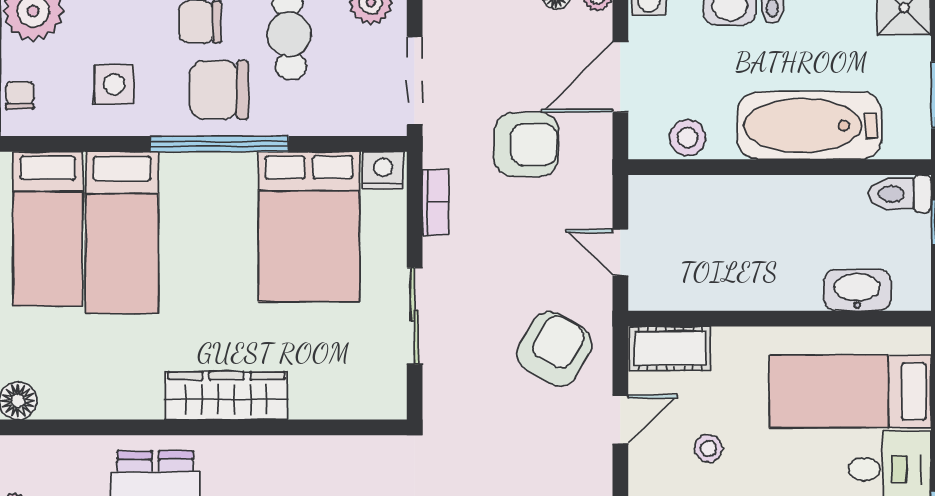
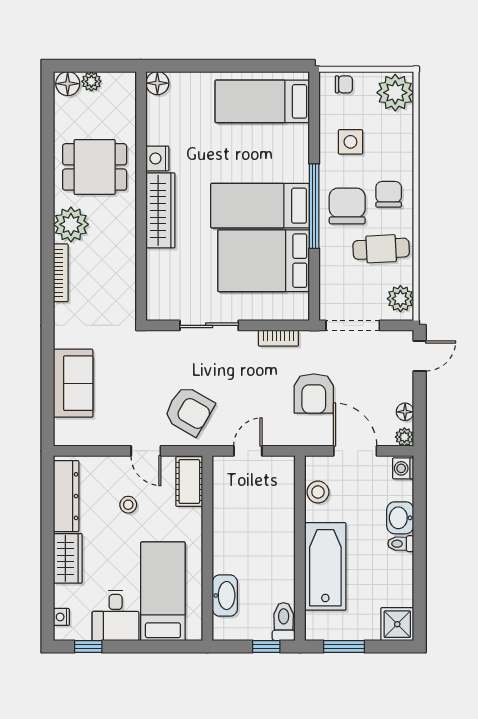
nightstand: (383, 170) -> (157, 158), moved, turned 180
bed: (122, 232) -> (260, 206), moved

